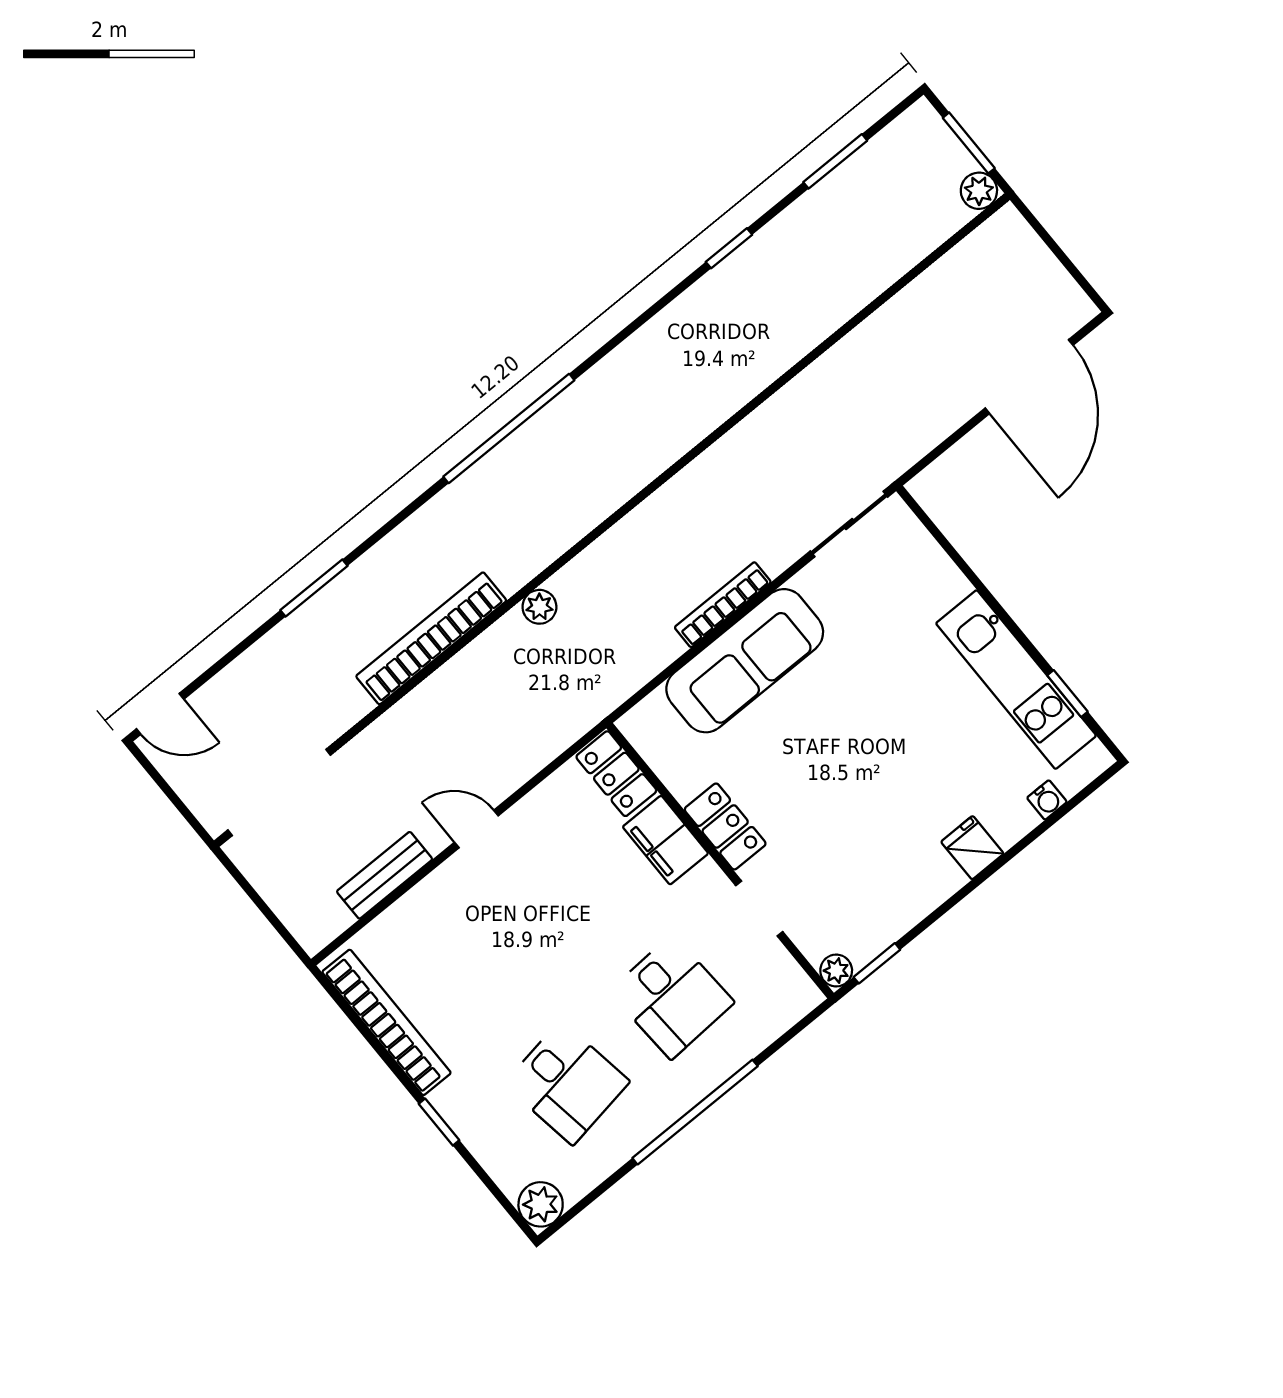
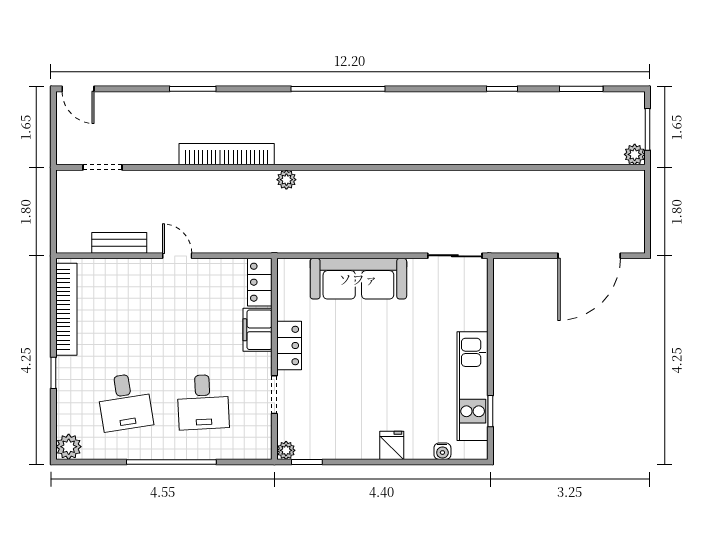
bookcase: (723, 605) -> (369, 246), removed
doorway: (279, 792) -> (102, 167), width x0.53

